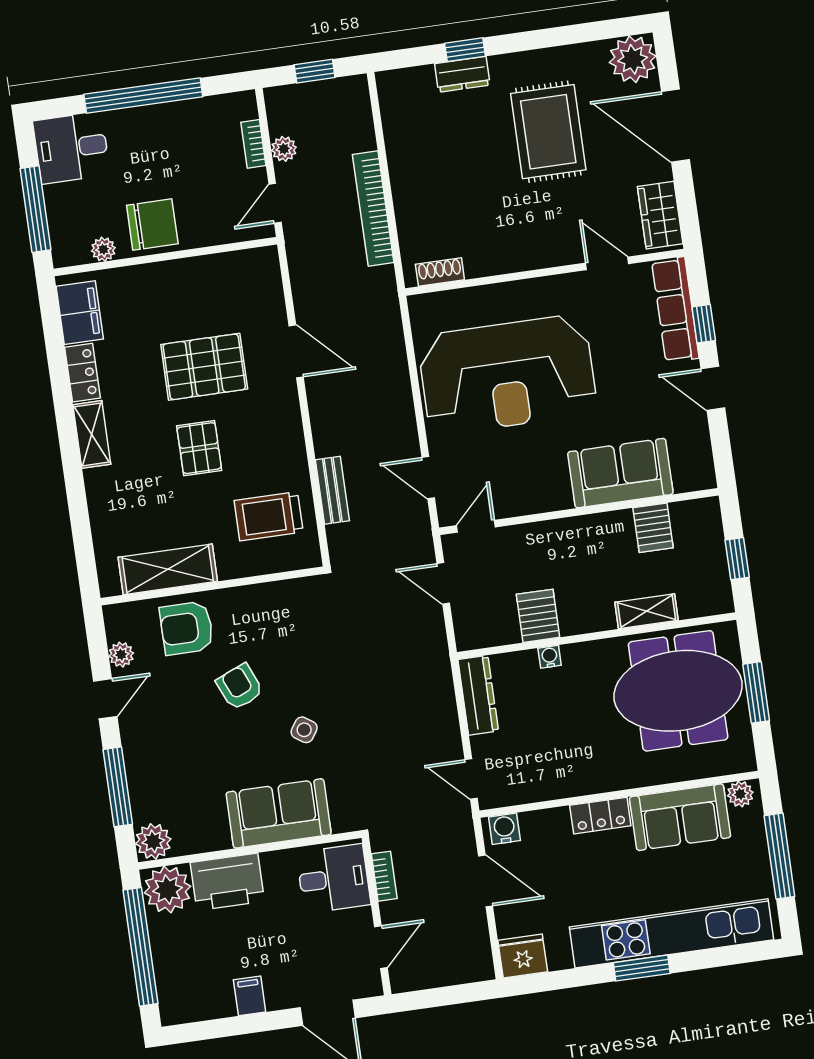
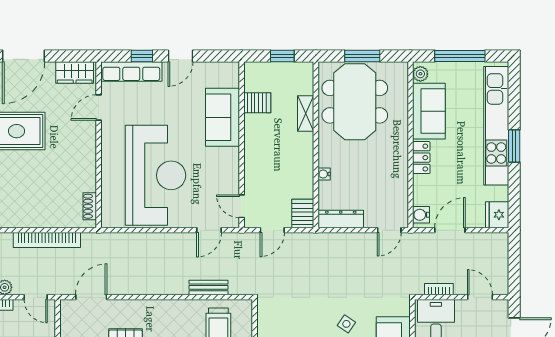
door: (296, 351) -> (91, 297), moved
server rack: (538, 616) -> (303, 214), moved, turned 90

